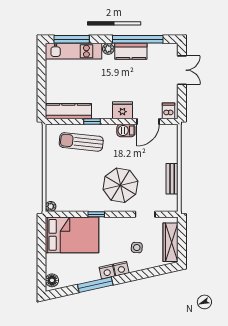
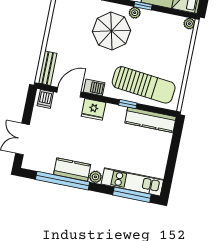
sun lounger: (81, 142) -> (144, 85), width x1.36, depth x1.34
bench: (172, 179) -> (48, 68), moved
plant: (103, 206) -> (135, 13), added

